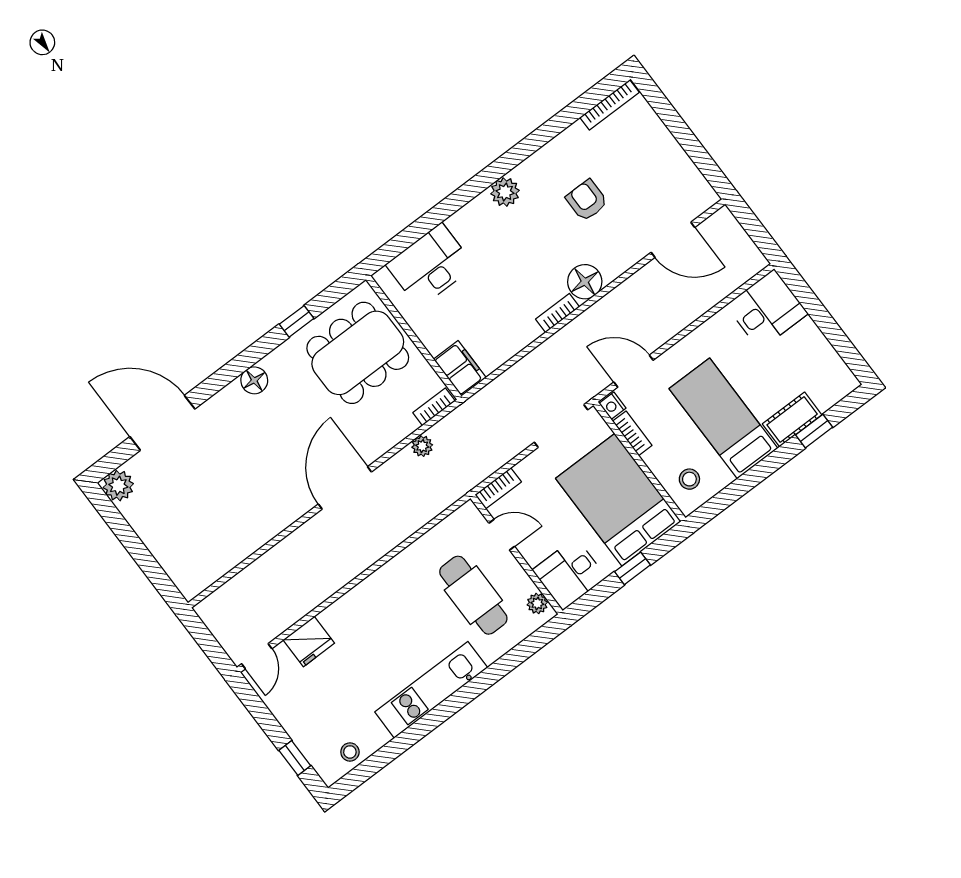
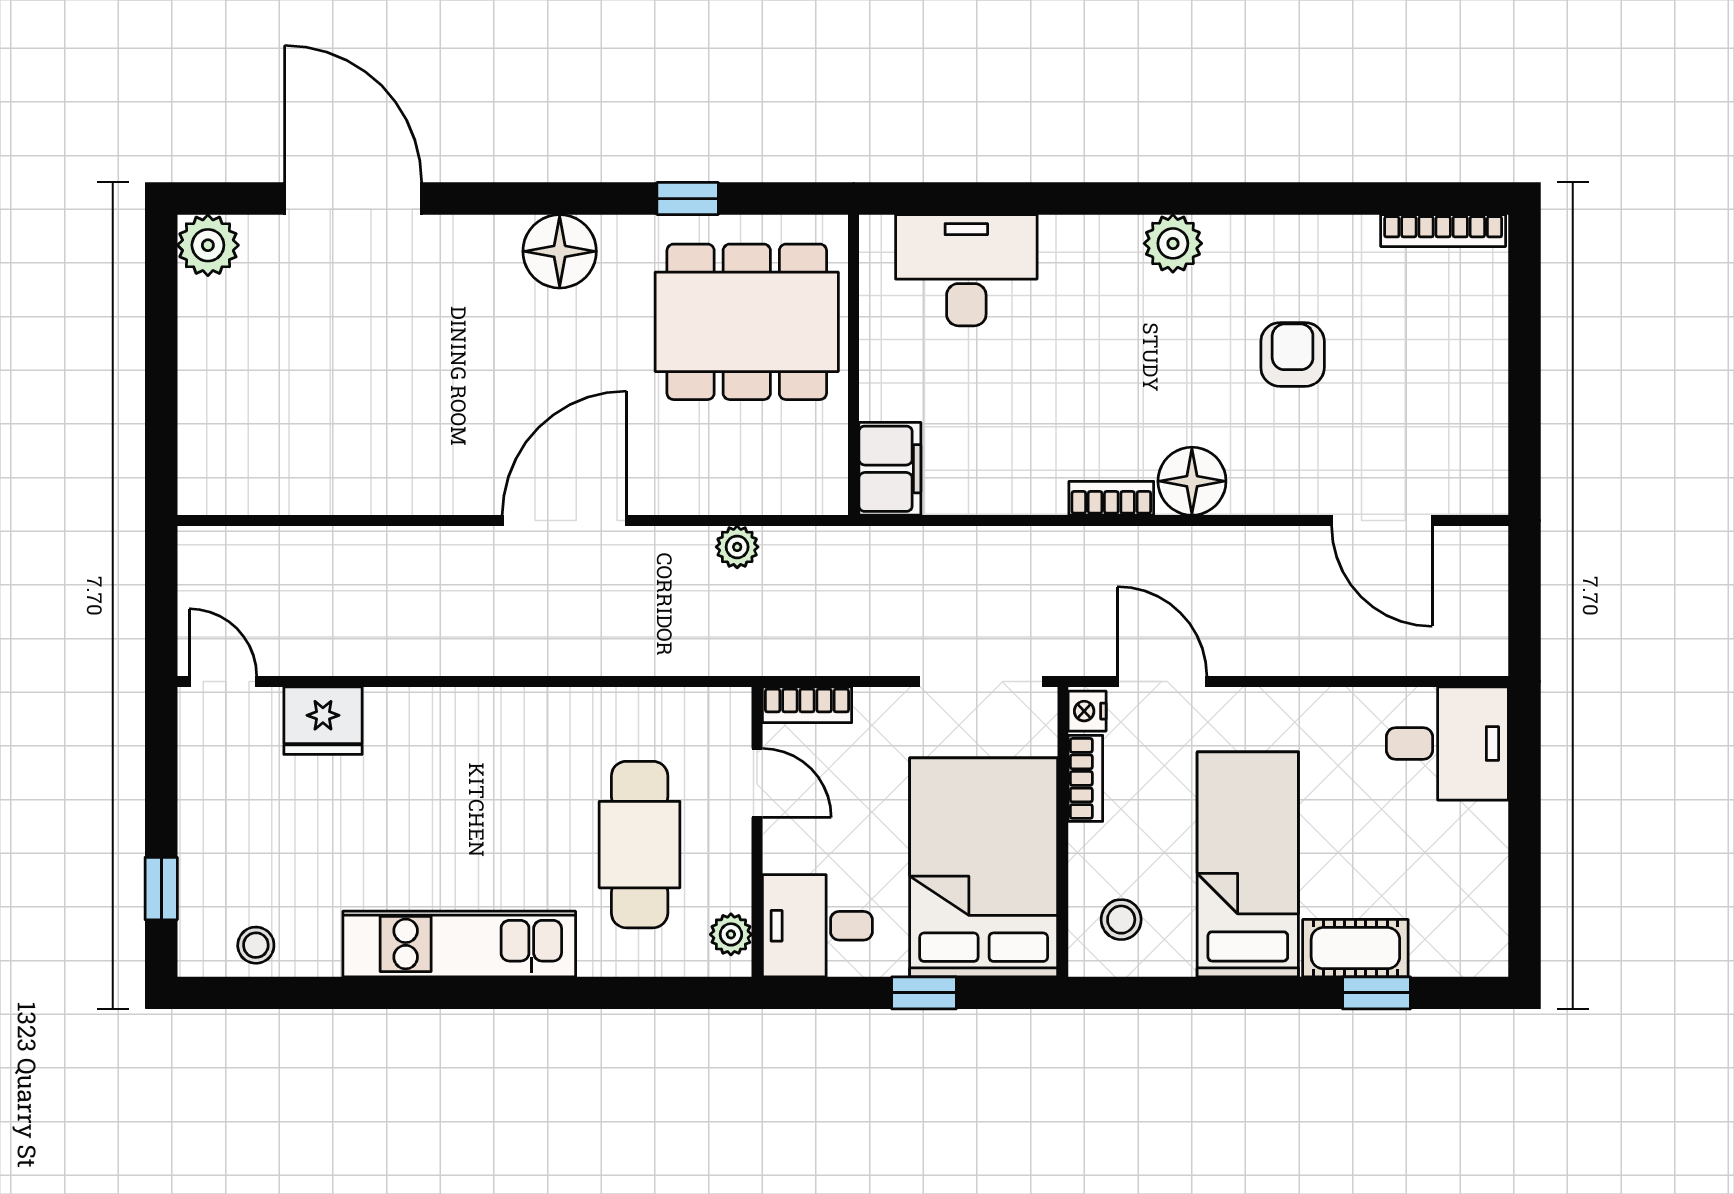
floor lamp: (254, 380) -> (560, 251), width x1.38, depth x1.38
bookcase: (434, 407) -> (803, 499), removed
door: (257, 656) -> (223, 682), swing flipped

